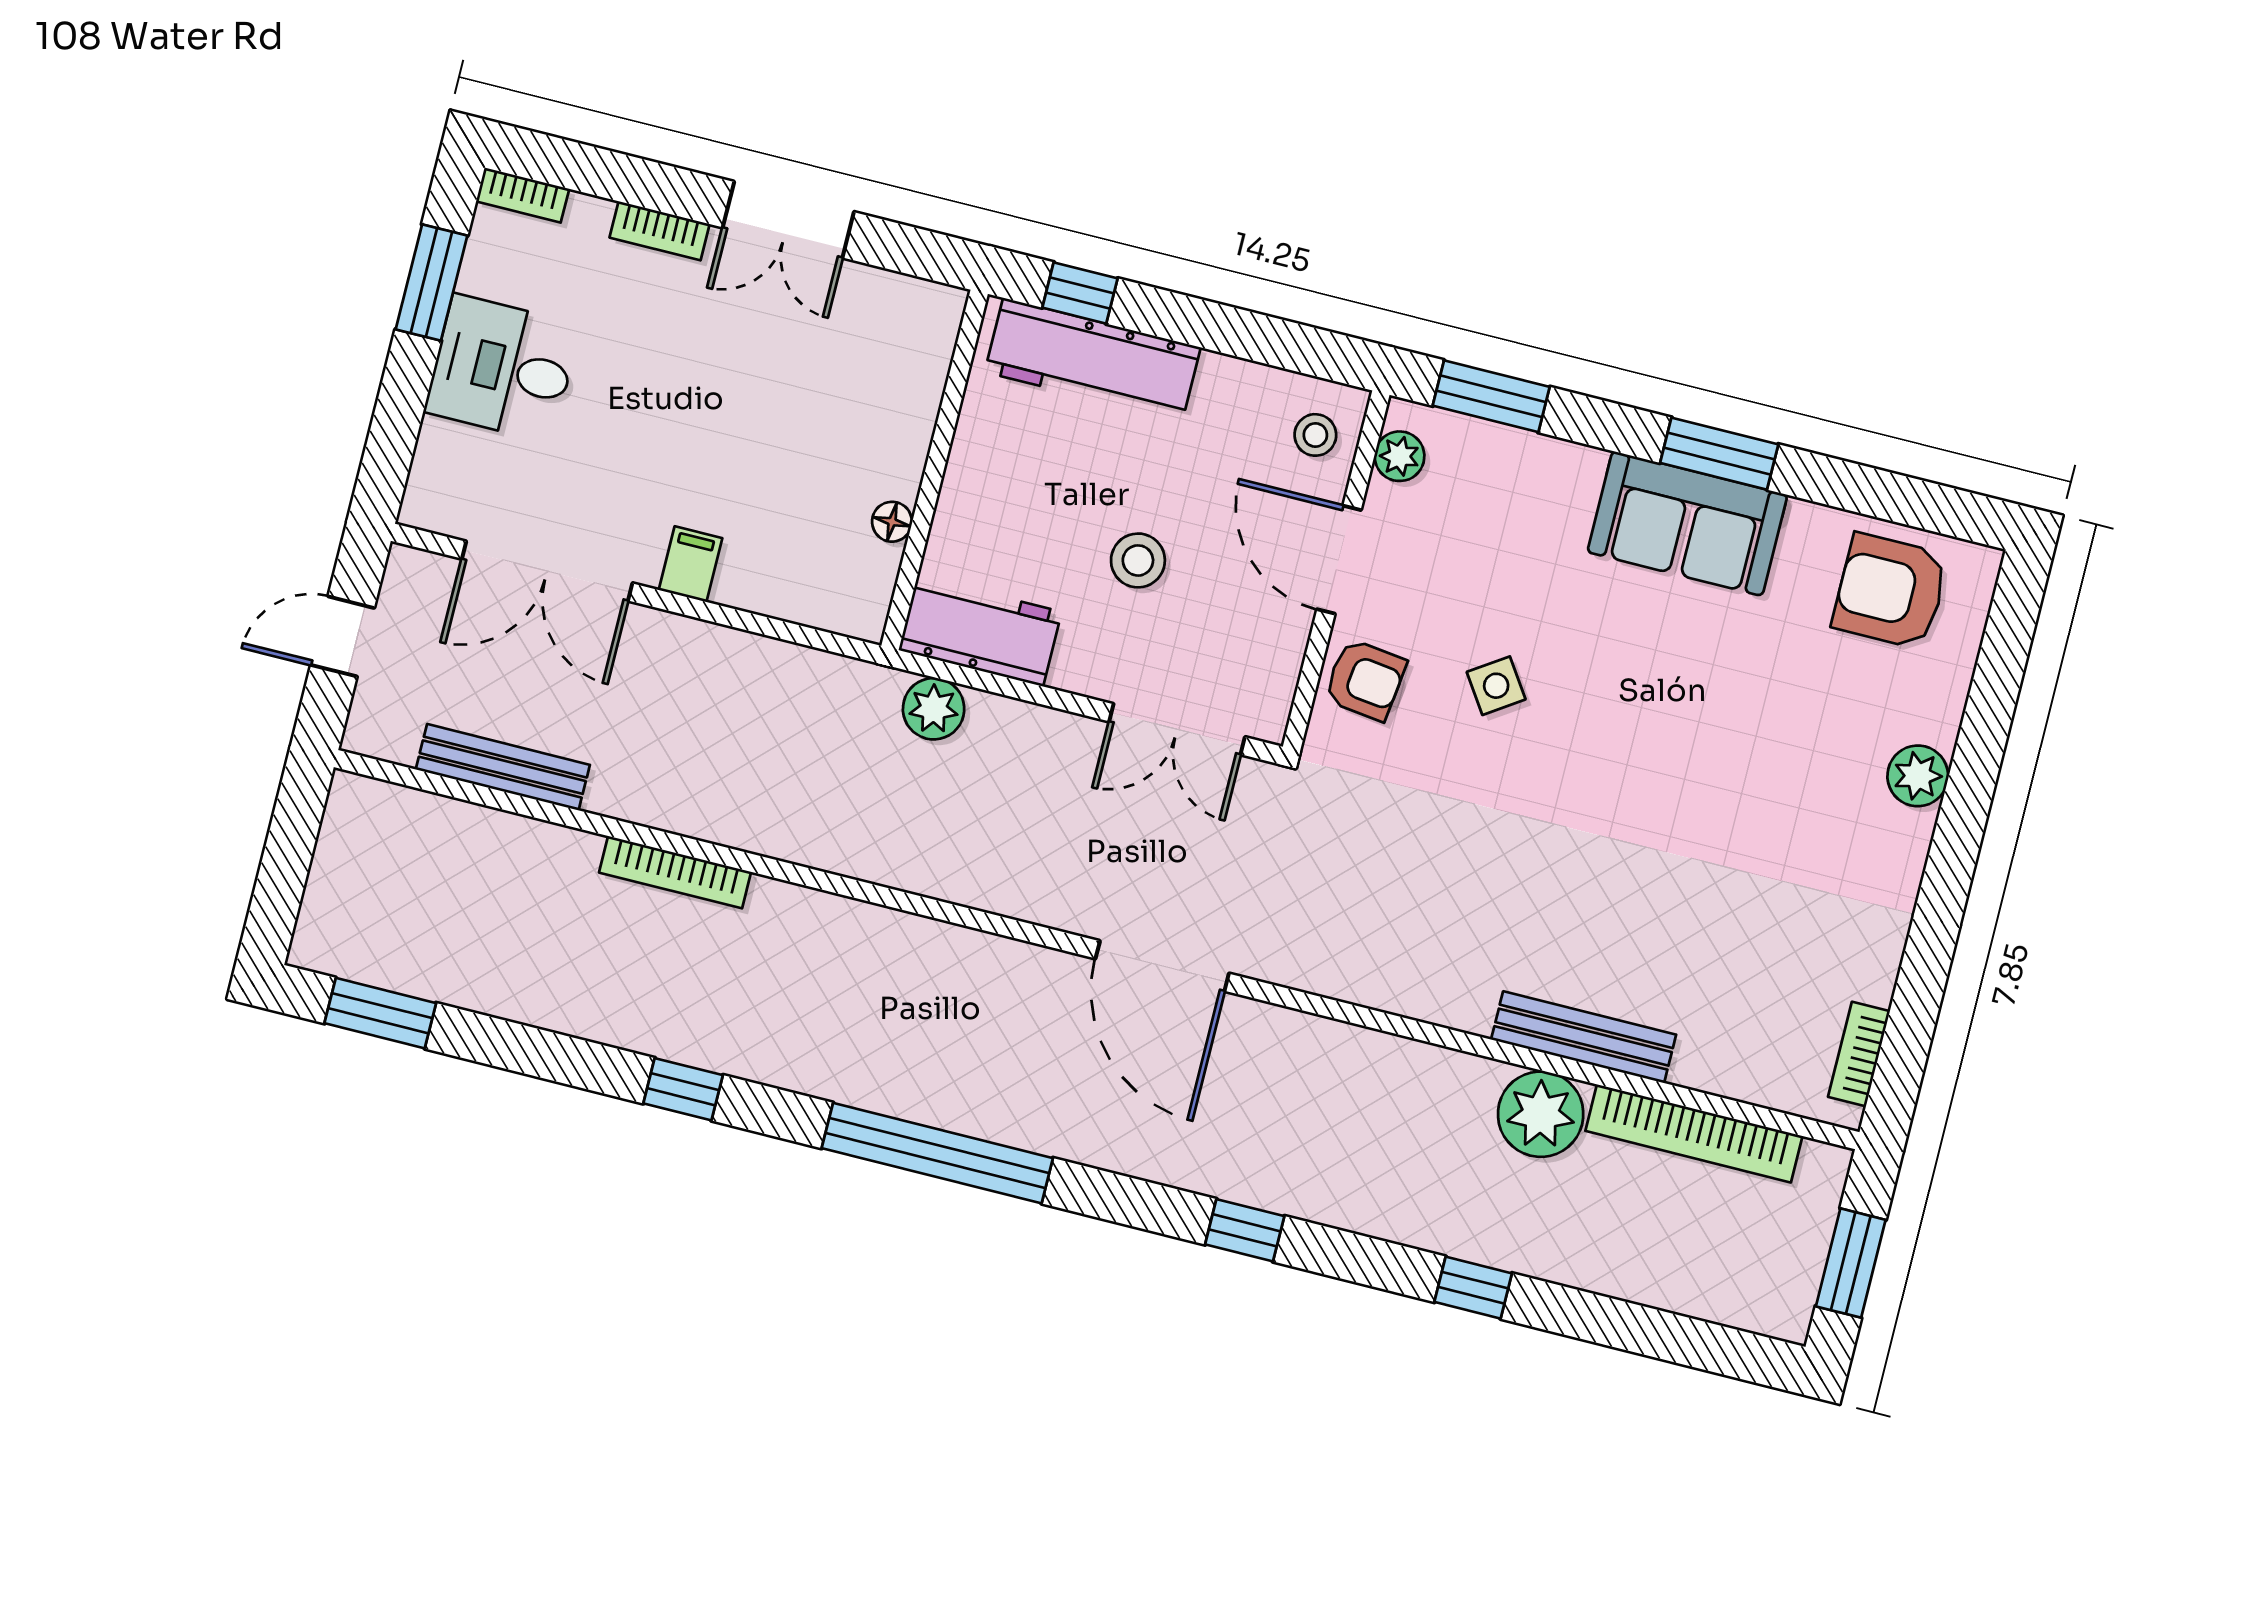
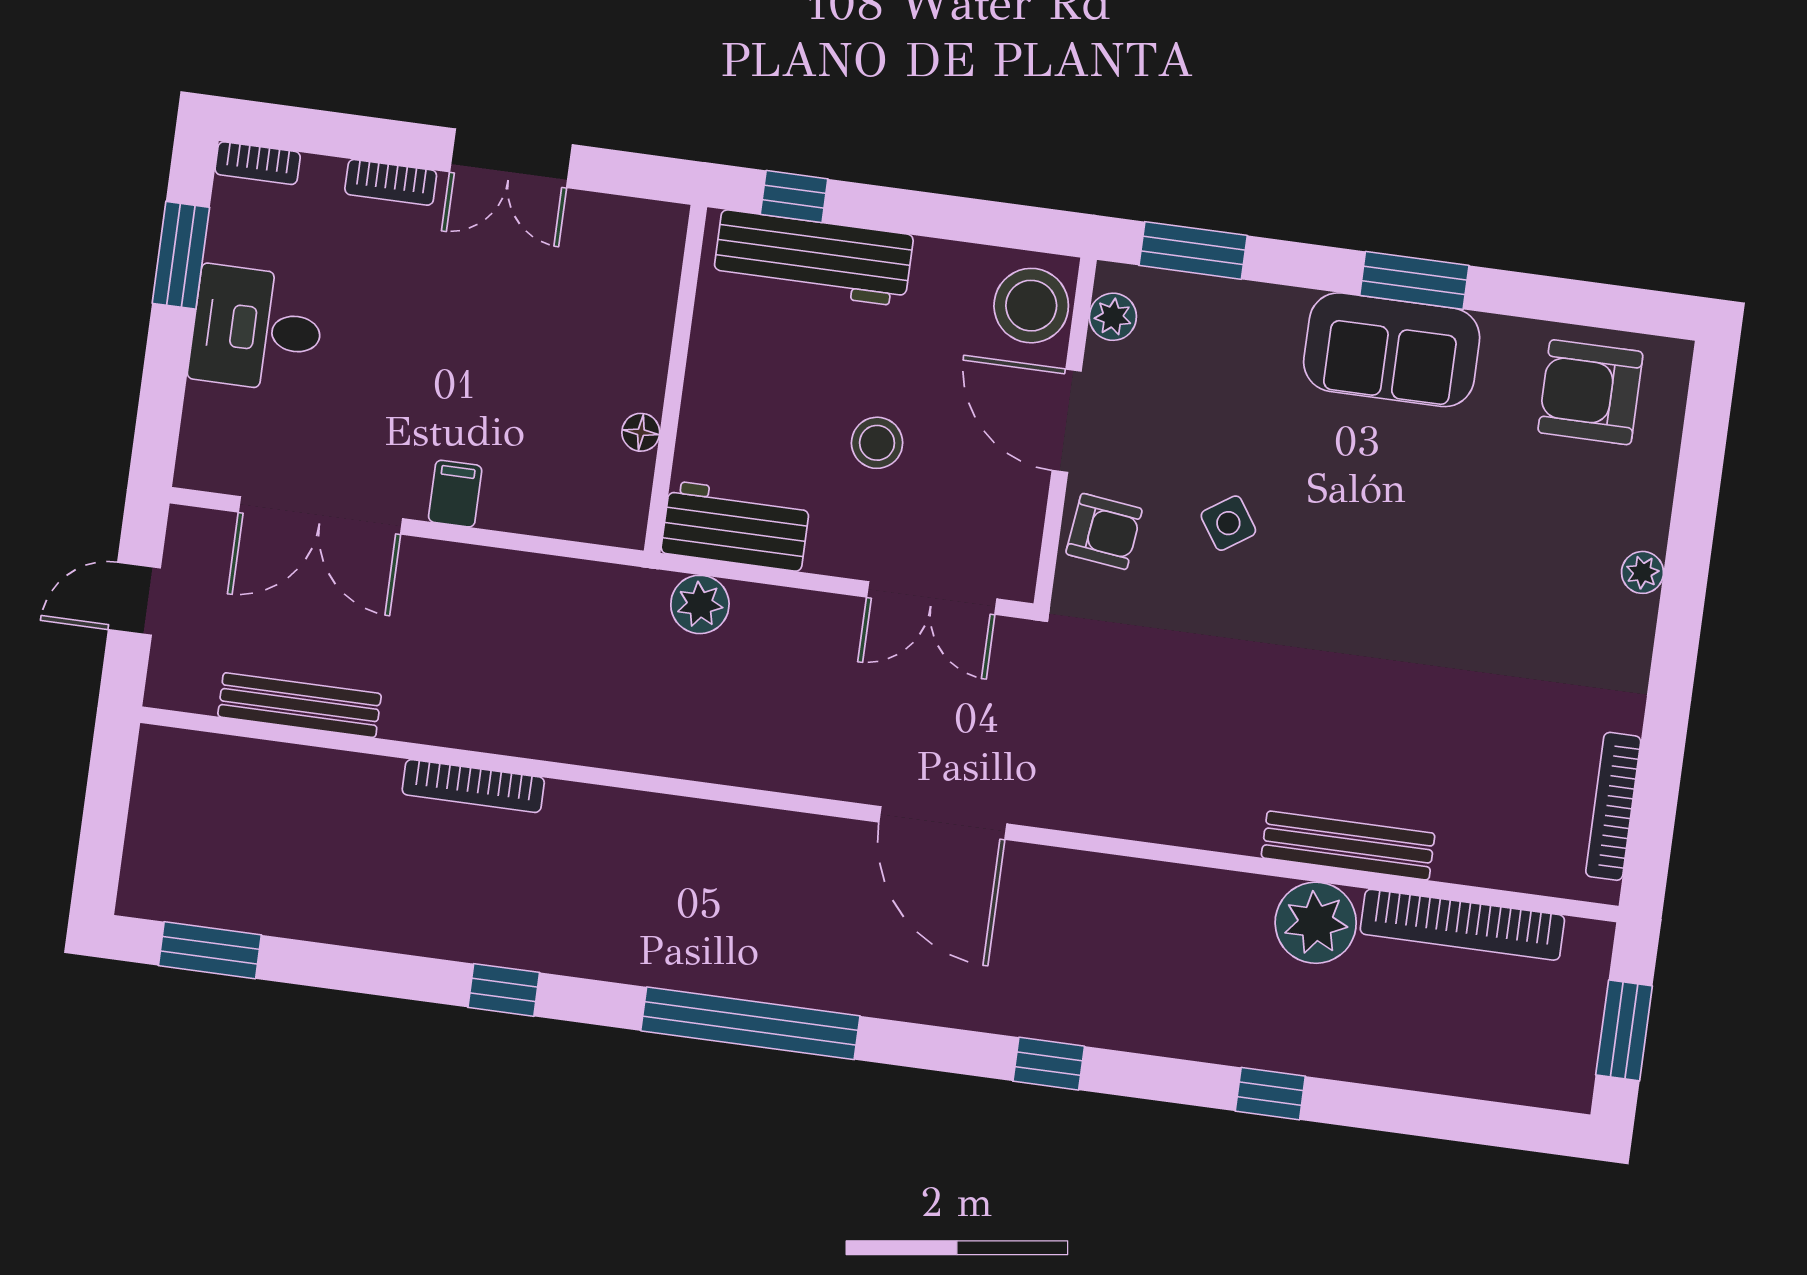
stool: (1315, 435) -> (1031, 306), width x1.89, depth x1.89
plant: (1918, 776) -> (1643, 572), width x0.73, depth x0.73
bookcase: (1859, 1054) -> (1613, 806), width x1.56

